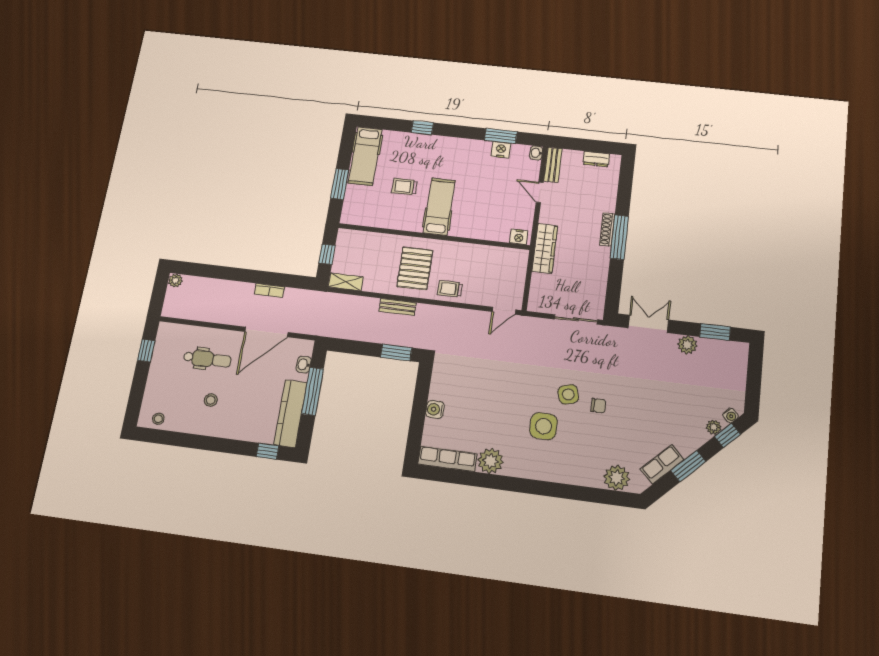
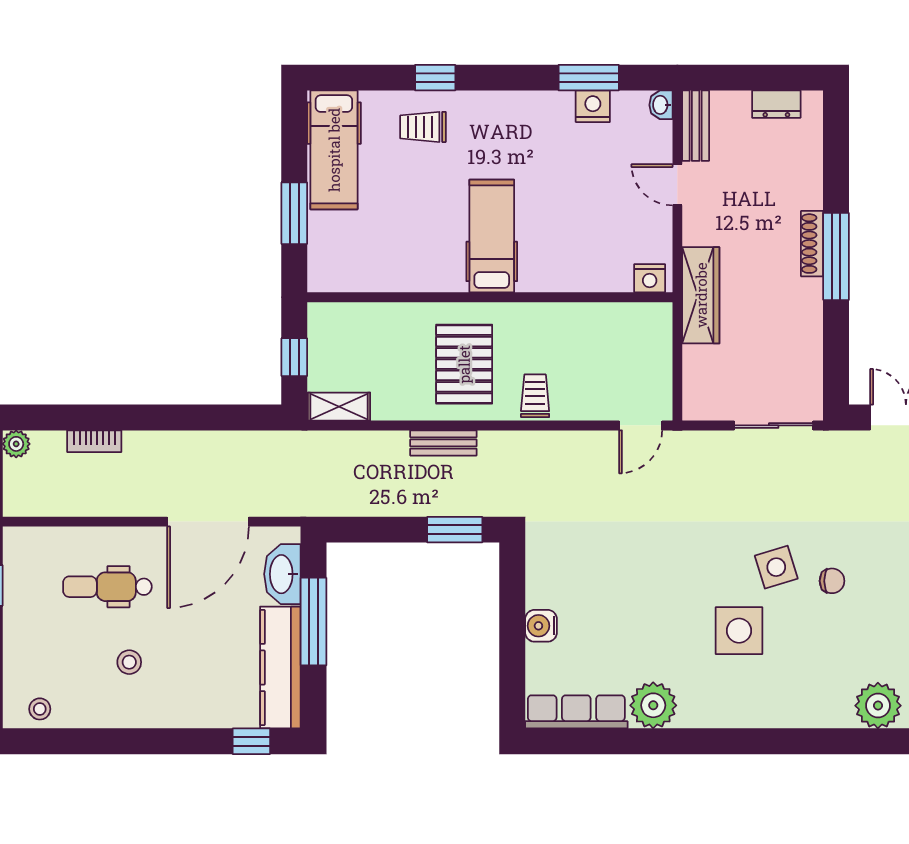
trolley: (405, 187) -> (423, 127), moved
trolley: (450, 289) -> (535, 396), turned 90
bookcase: (269, 290) -> (94, 441), moved
dental chair: (207, 359) -> (107, 587), turned 180
washbasin: (304, 365) -> (282, 574), width x1.91, depth x1.45

